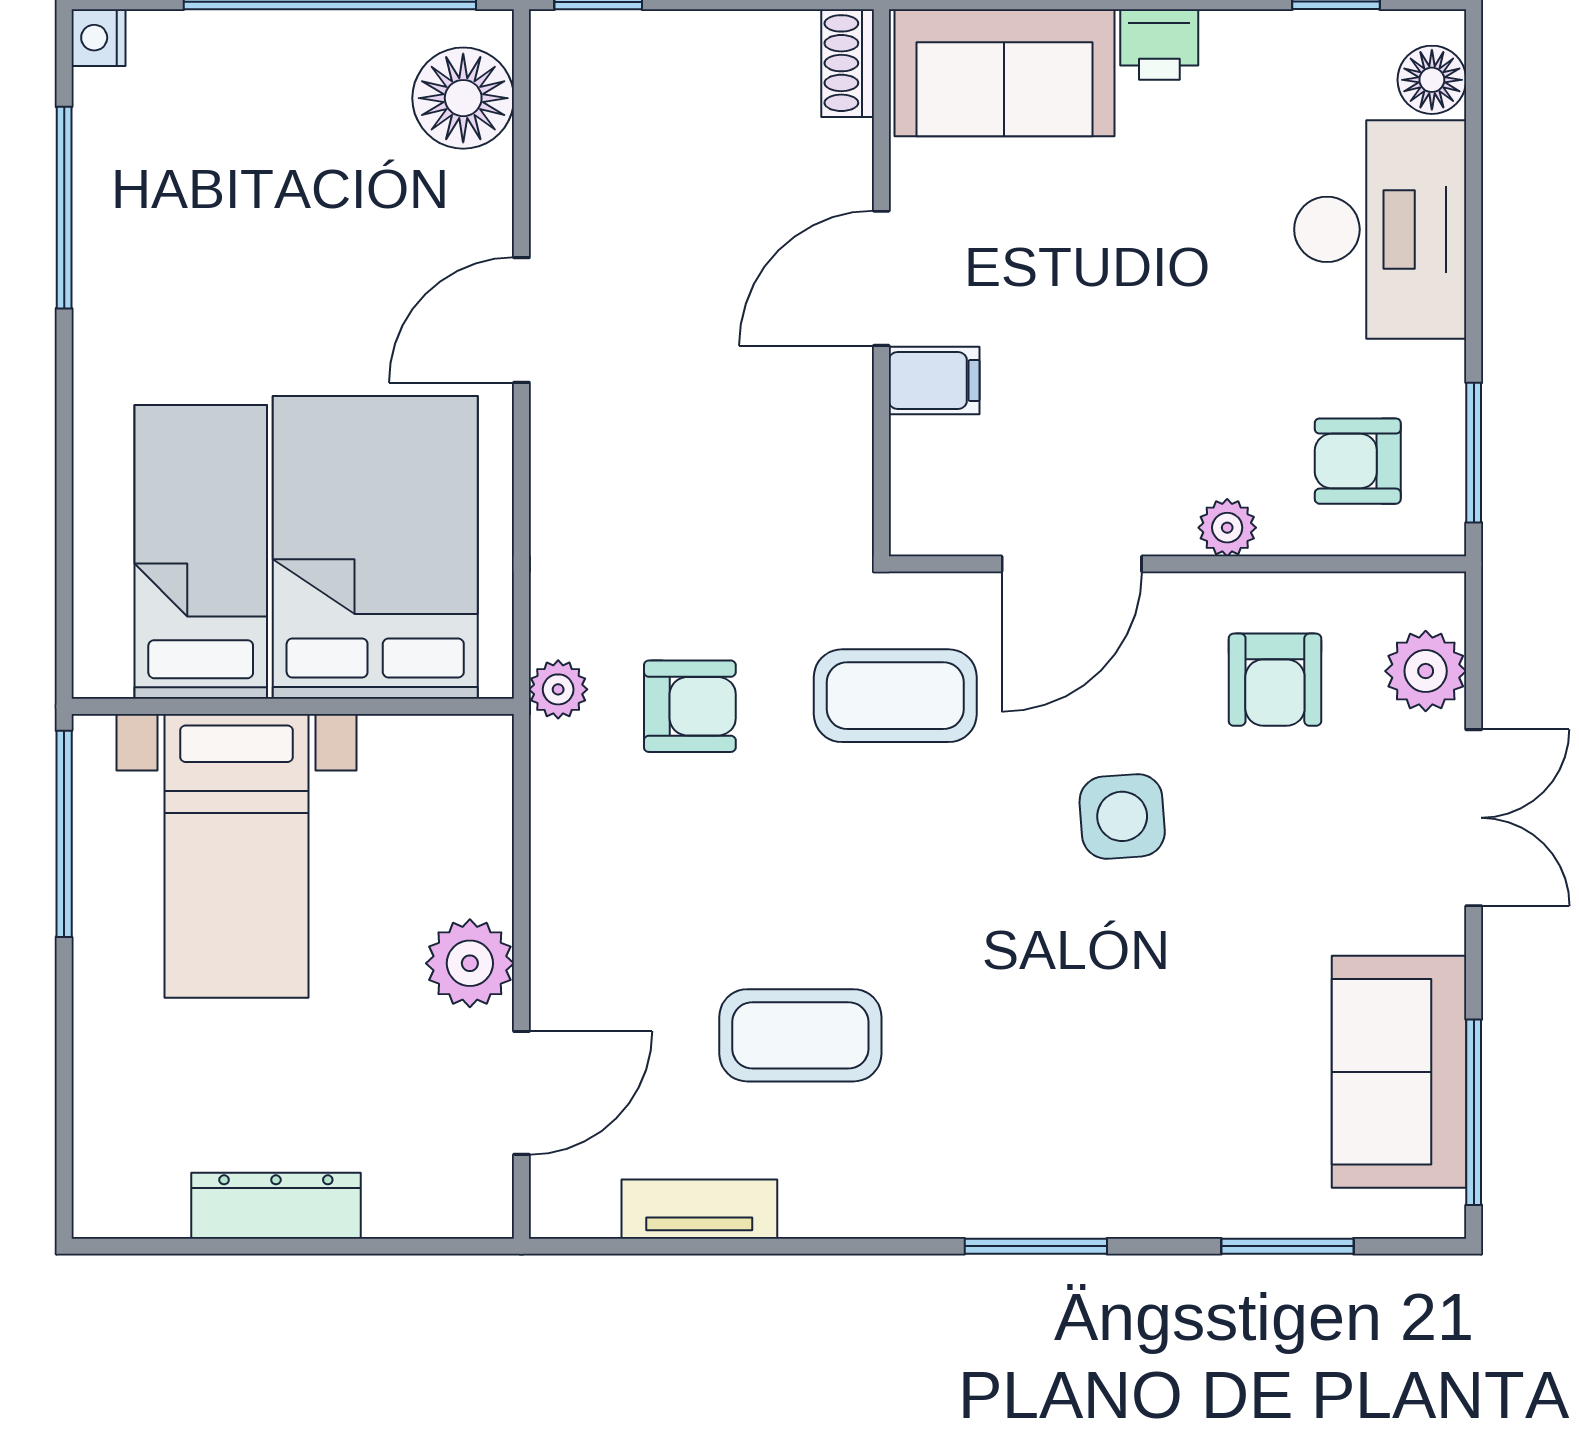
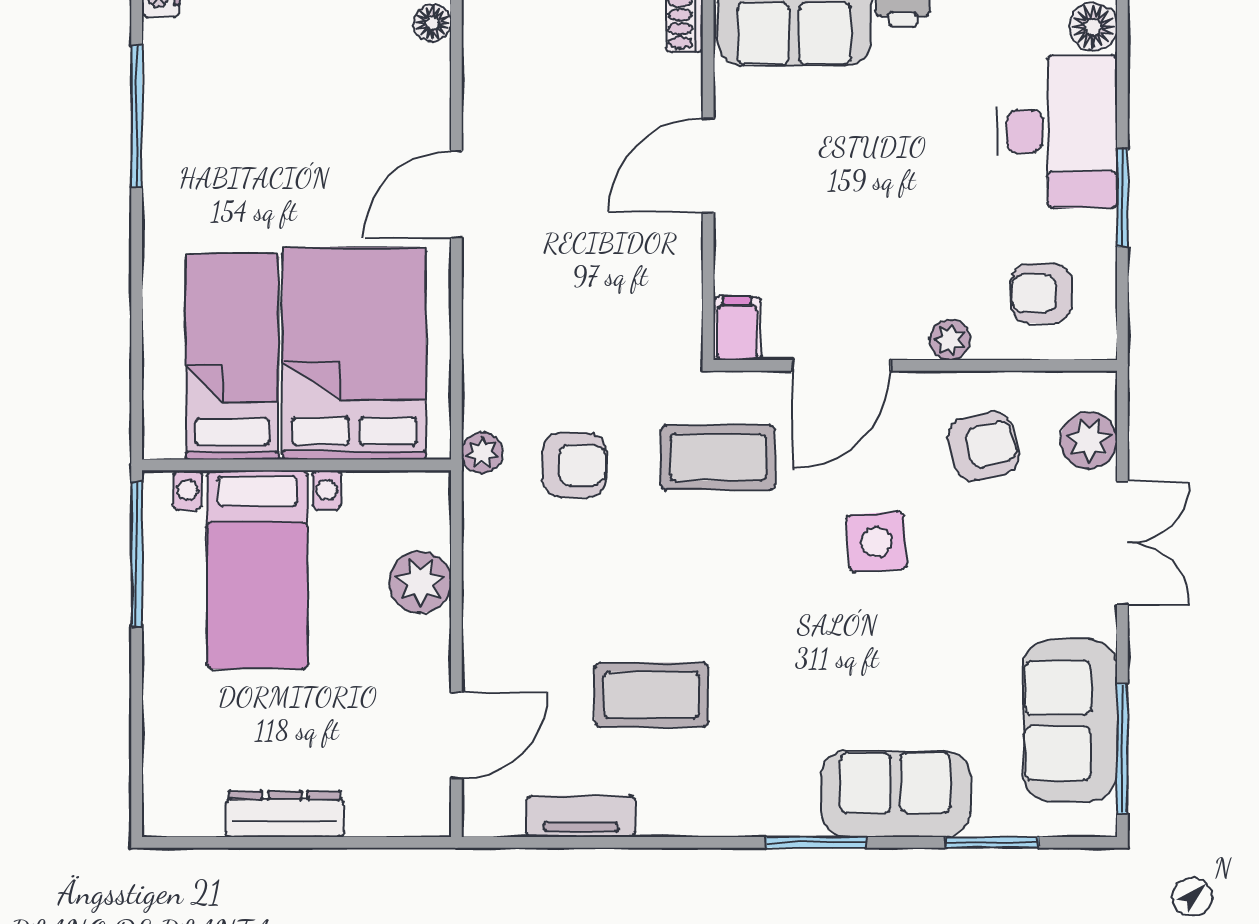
floor lamp: (463, 98) -> (432, 23), width x0.53, depth x0.53
filing cabinet: (934, 380) -> (737, 328), moved, turned -90
window: (1474, 453) -> (1122, 198), moved
armchair: (1275, 680) -> (983, 446), turned -104
plant: (470, 963) -> (420, 582), moved
sofa: (1149, 1177) -> (895, 794), added

